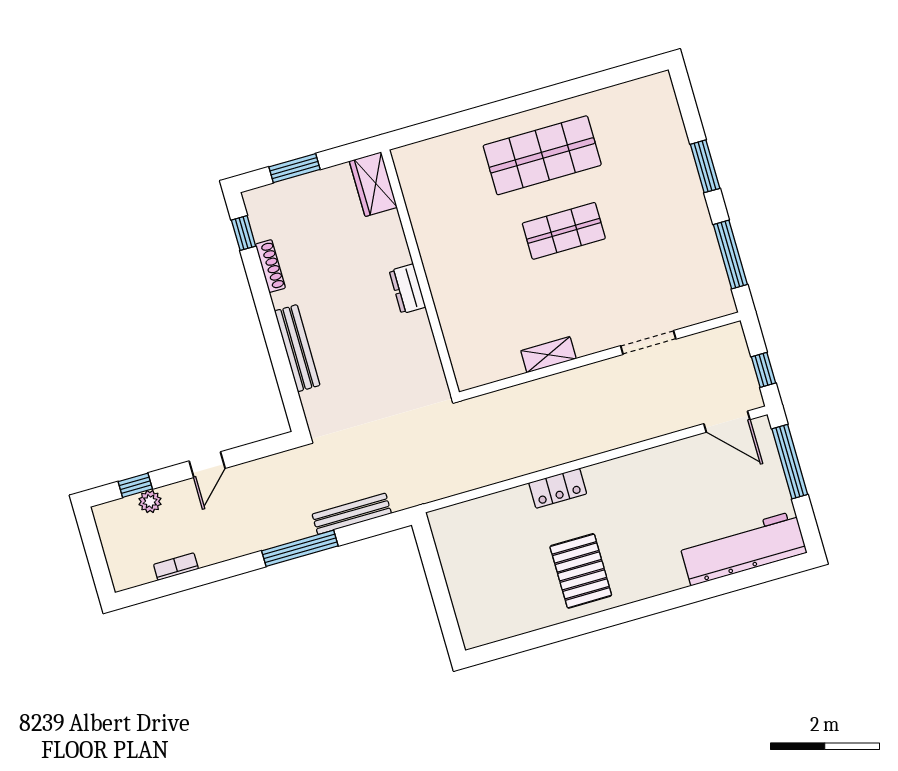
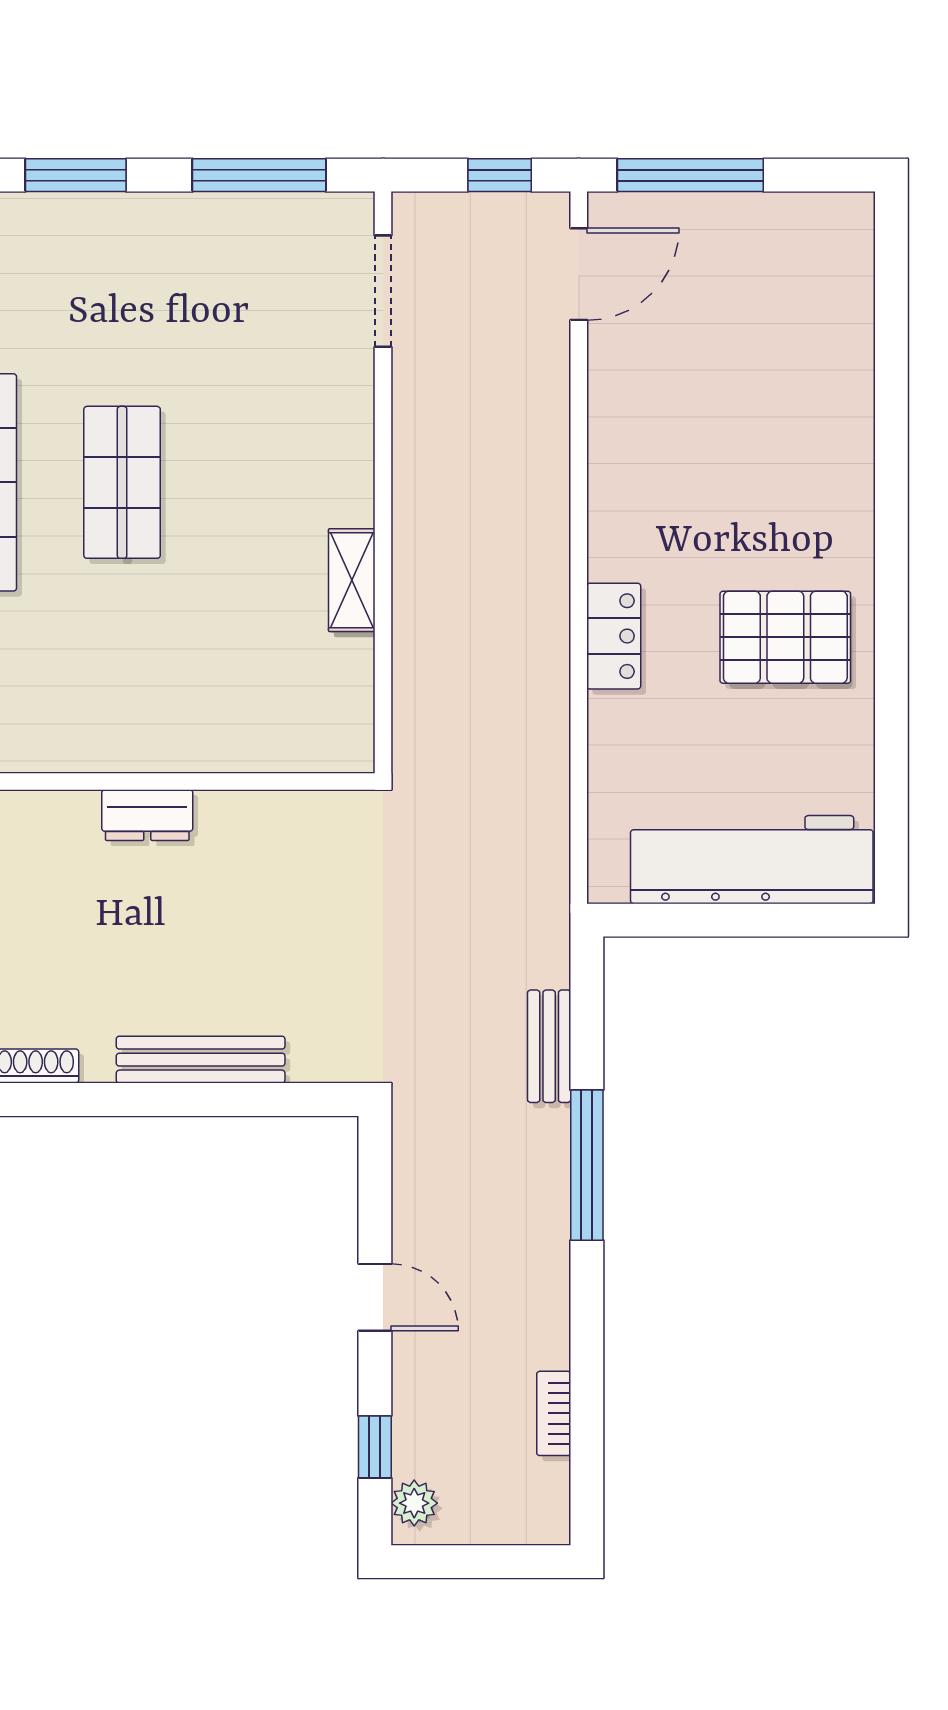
doorway: (648, 342) -> (383, 291), moved
plant: (150, 502) -> (414, 1503), moved
bench: (352, 514) -> (549, 1046), width x0.73
workbench: (743, 548) -> (752, 860), moved, turned 90

